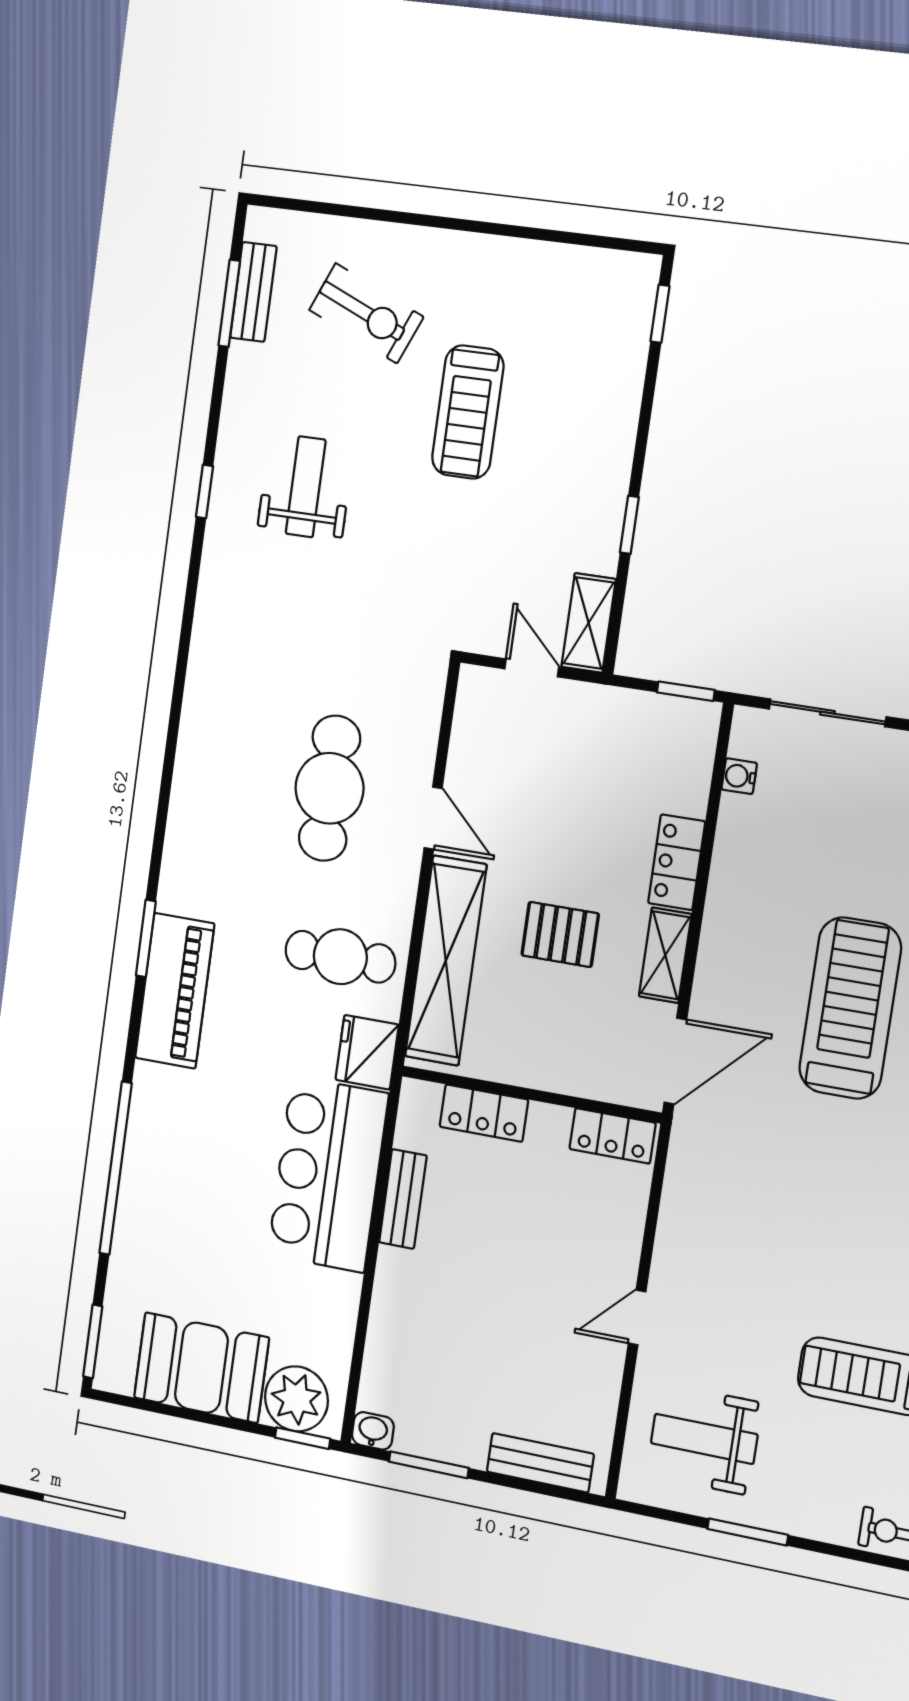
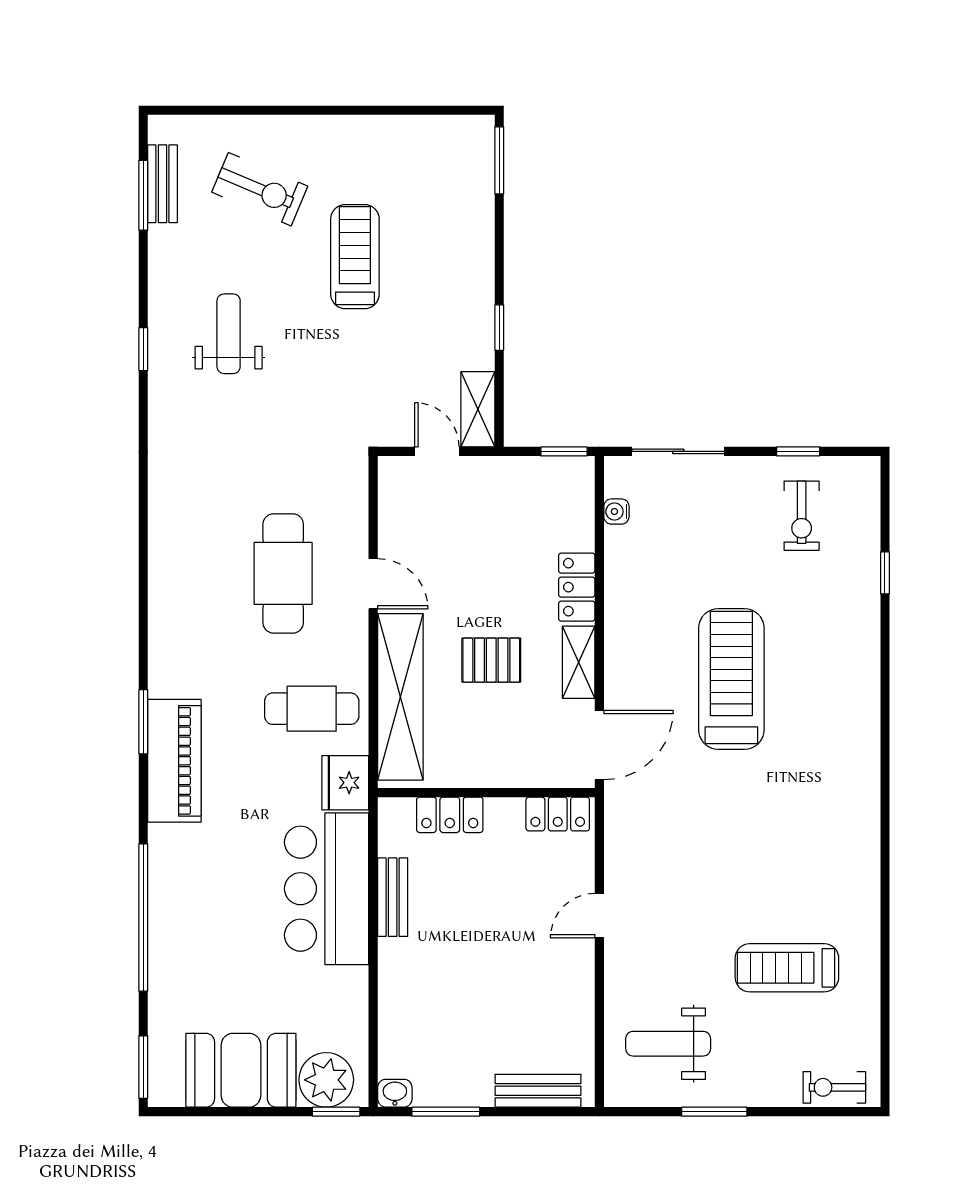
window: (660, 314) -> (499, 160), width x1.50
treadmill: (468, 412) -> (355, 257), turned 180
door: (637, 1317) -> (599, 916), moved

